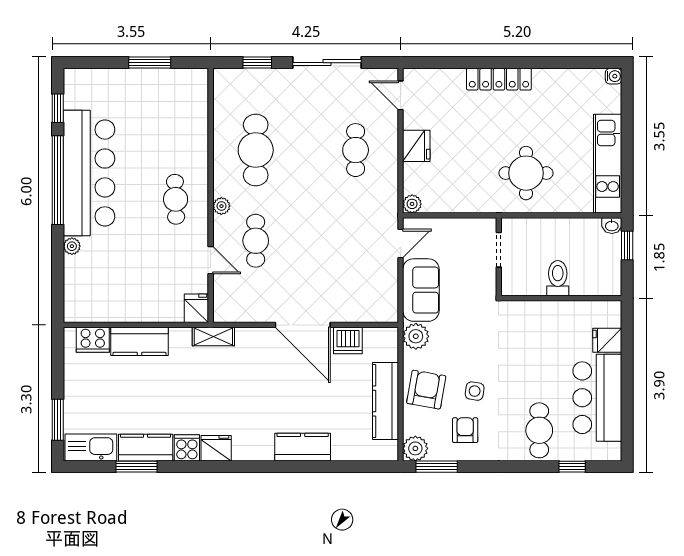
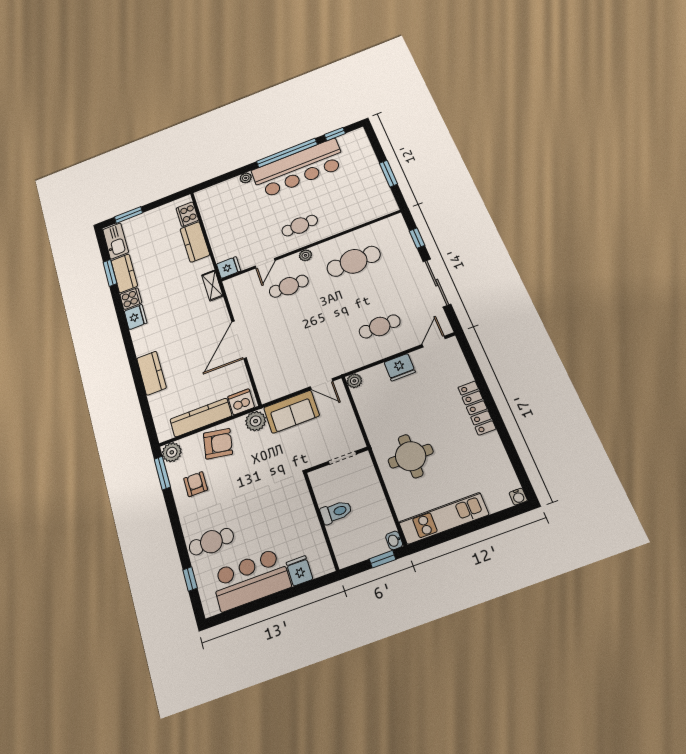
dishwasher: (348, 340) -> (241, 402), moved, turned 90
side table: (475, 391) -> (227, 480), removed
armchair: (465, 430) -> (196, 484), turned -90

